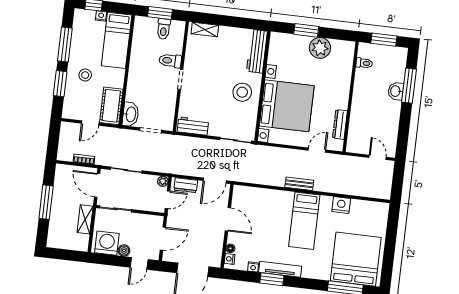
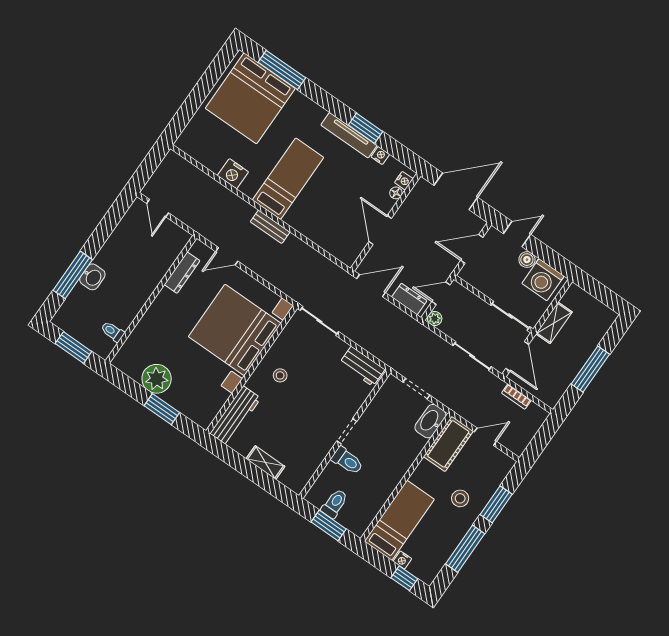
shelving: (205, 30) -> (265, 463), moved
stool: (242, 92) -> (280, 375), width x0.53, depth x0.53

